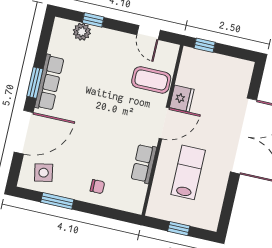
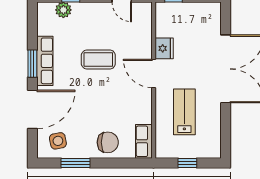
coffee table: (151, 80) -> (98, 60), moved
door: (164, 123) -> (154, 73), swing flipped
row of seats: (144, 164) -> (144, 141), moved
chair: (97, 187) -> (108, 142), width x1.87, depth x1.87

